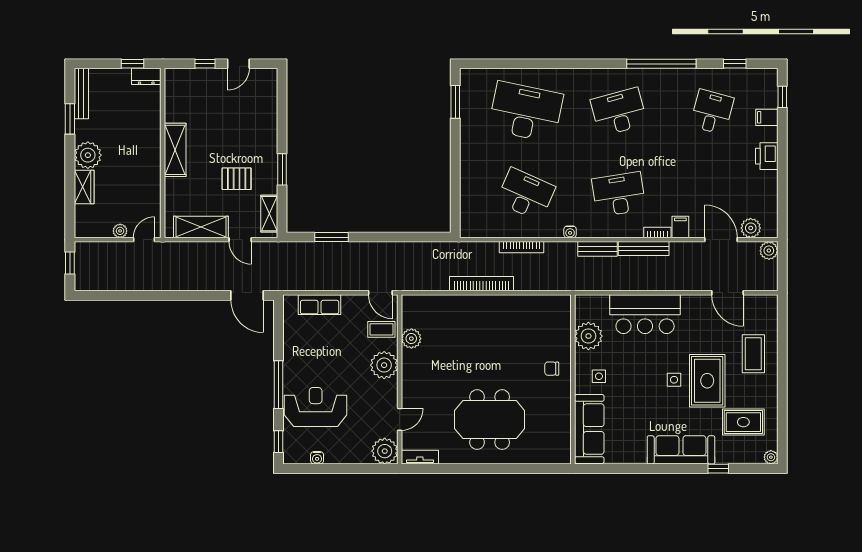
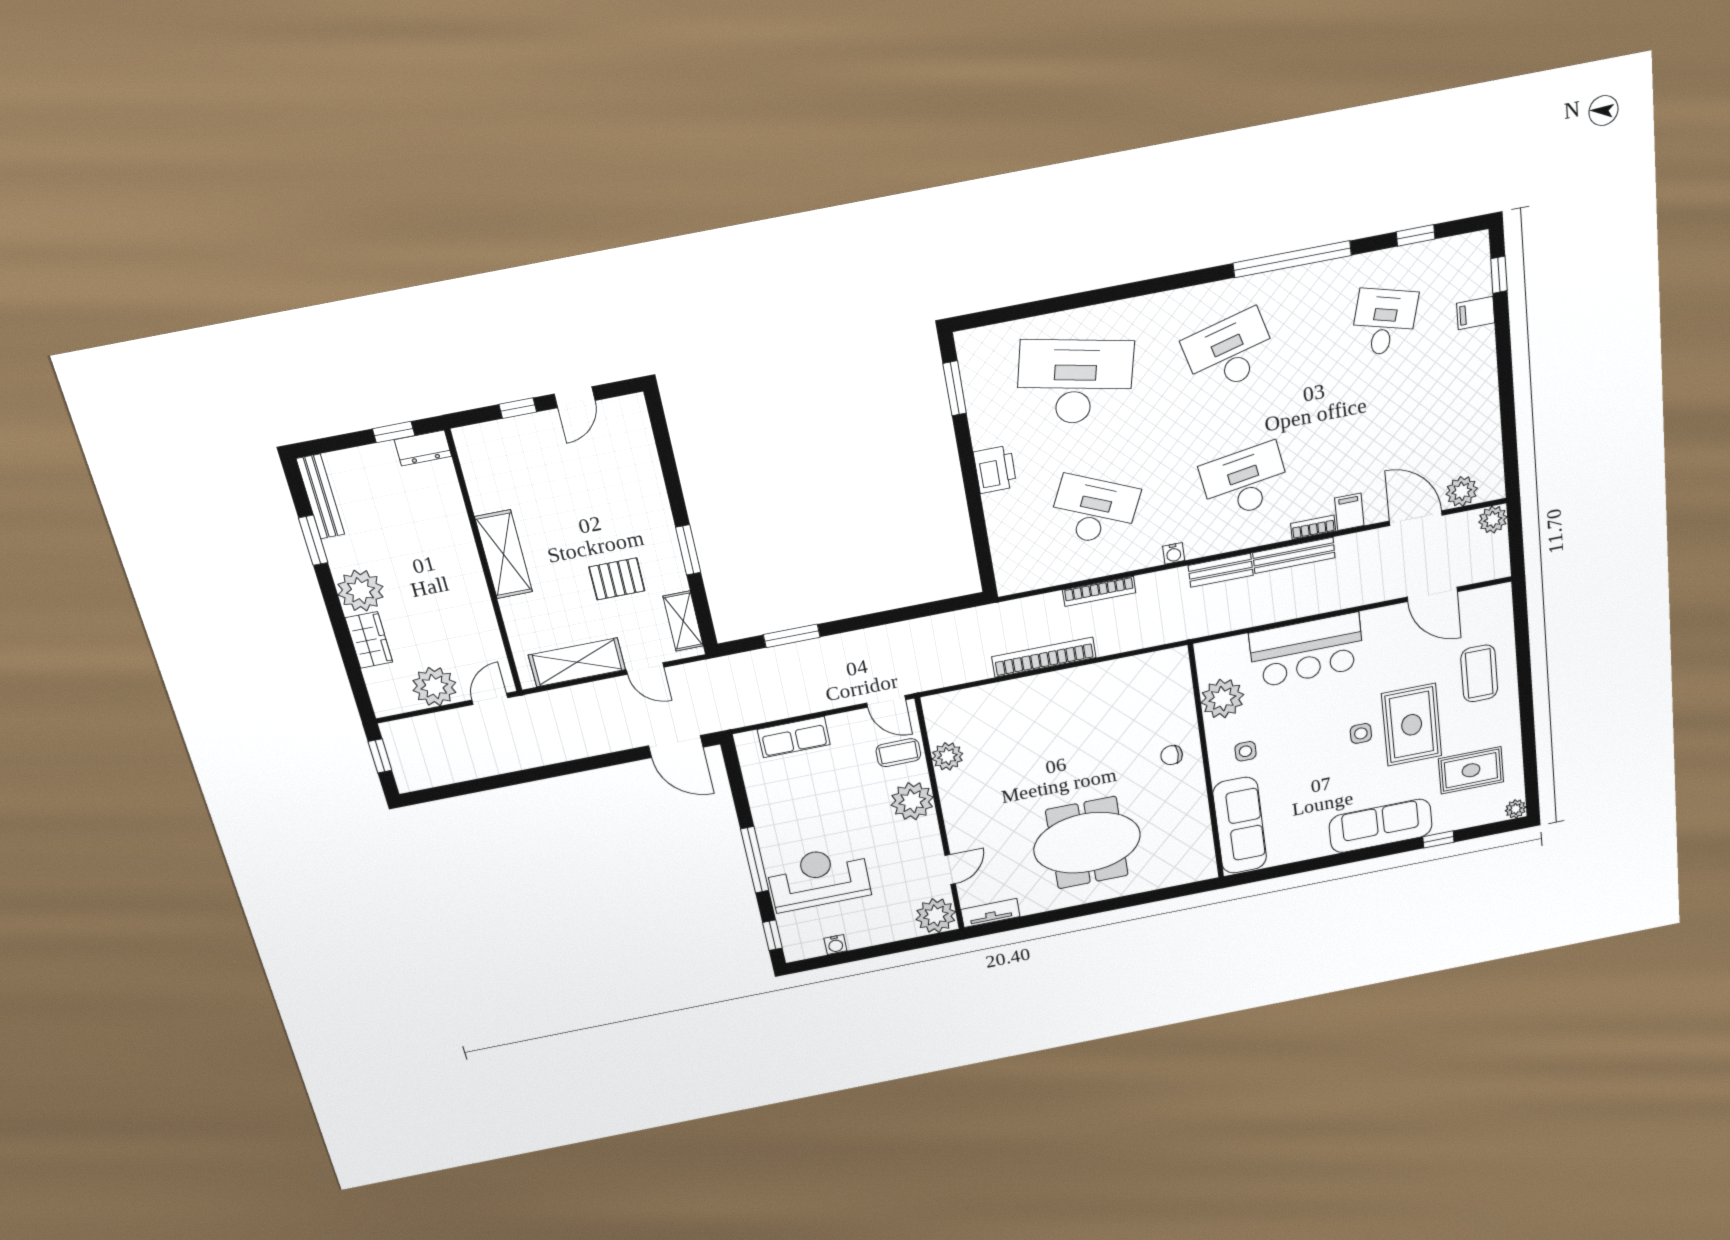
printer: (767, 156) -> (995, 469), moved, turned 180
plant: (120, 231) -> (434, 687), width x1.88, depth x1.88

